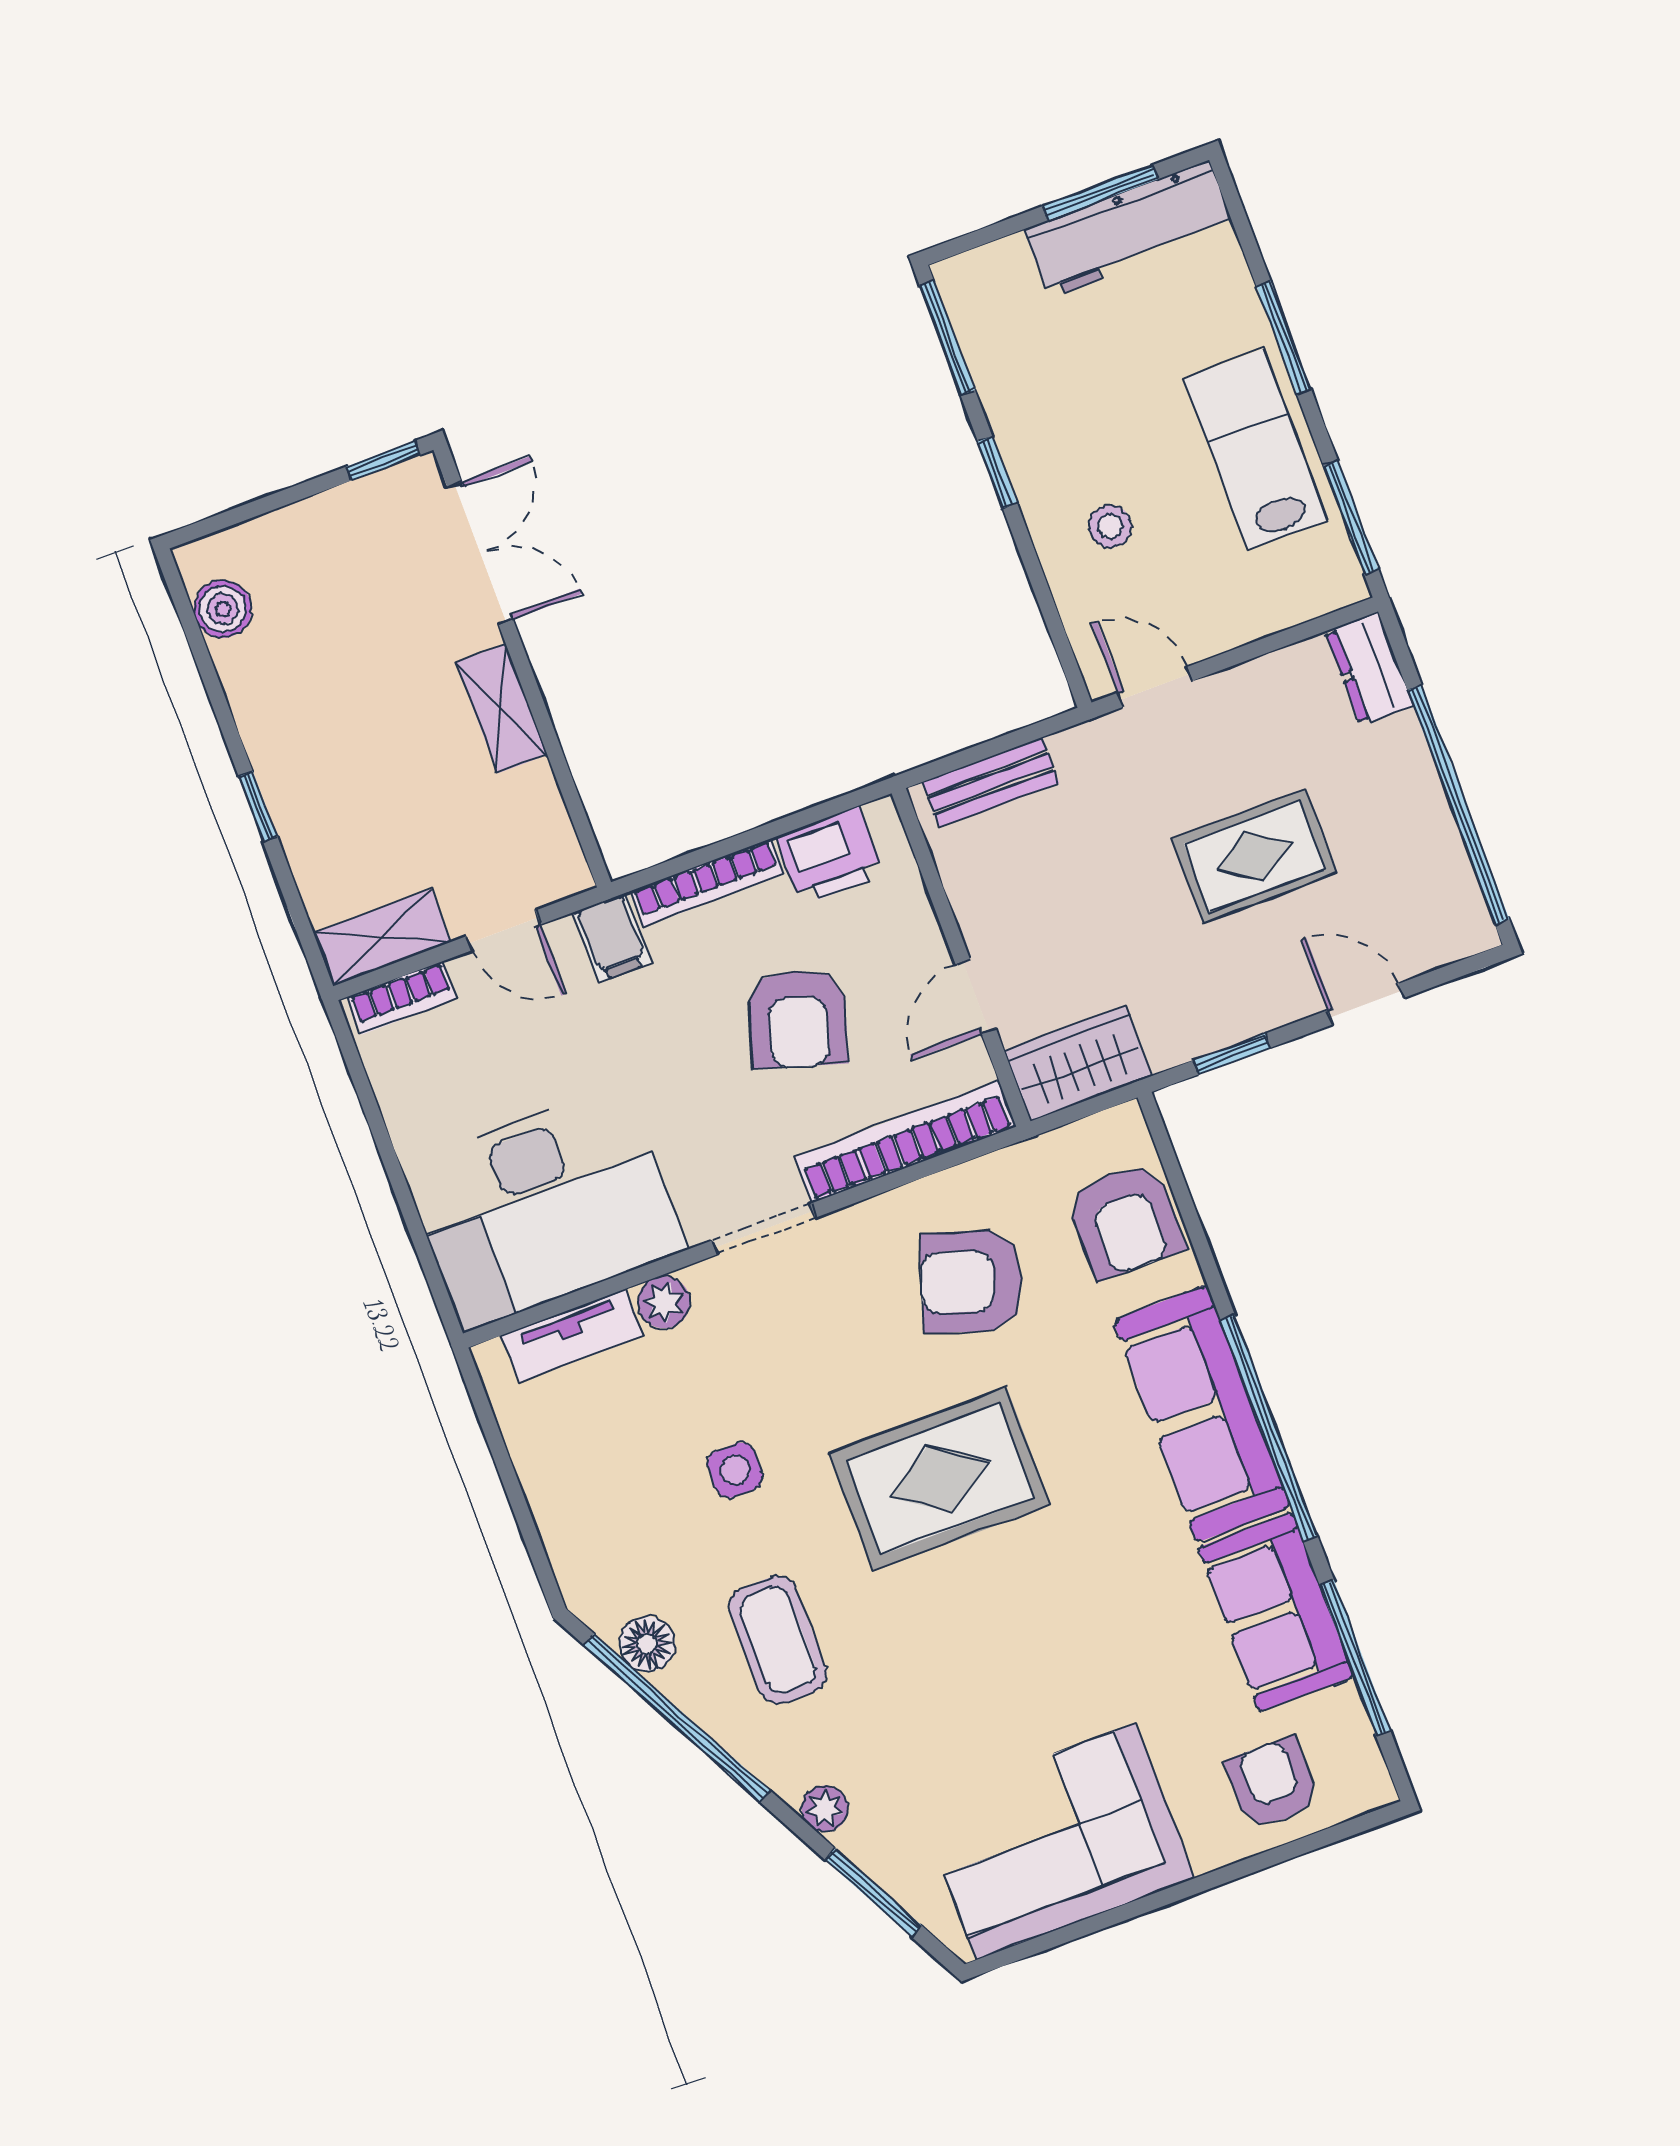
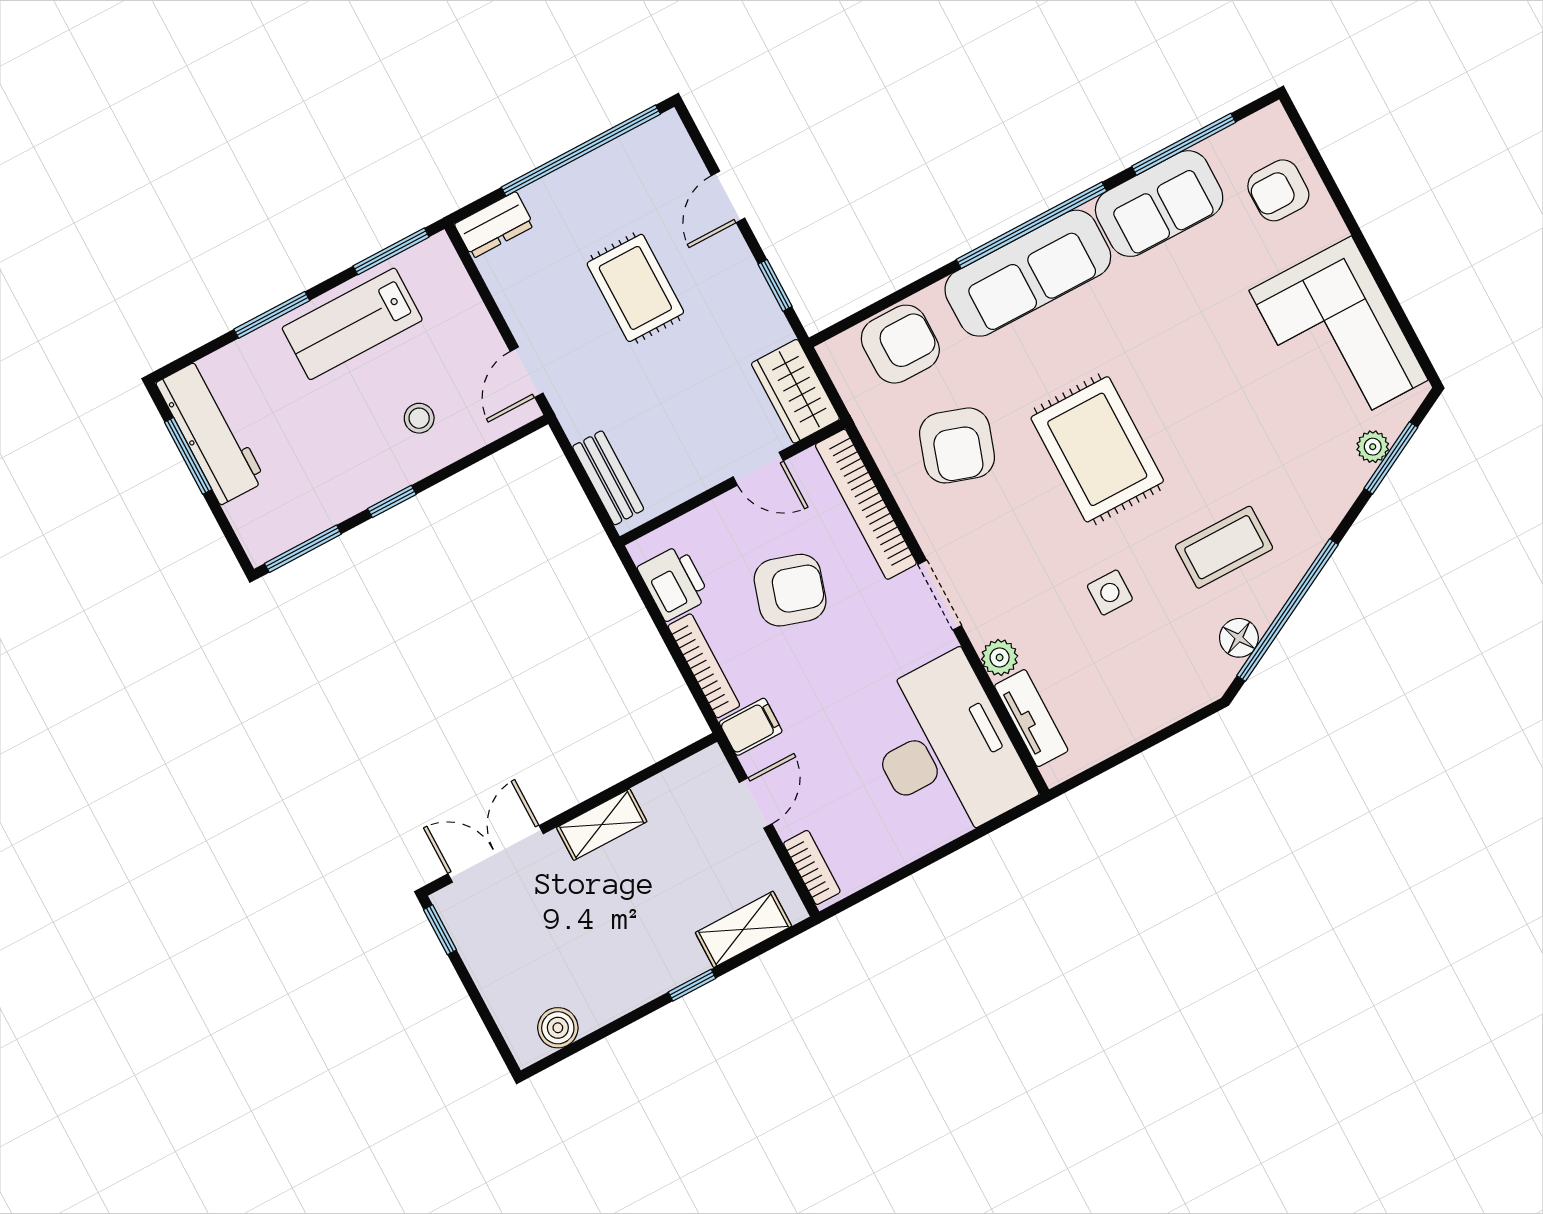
shelving: (382, 938) -> (743, 929), moved, turned 90
plant: (825, 1809) -> (1373, 447), moved

